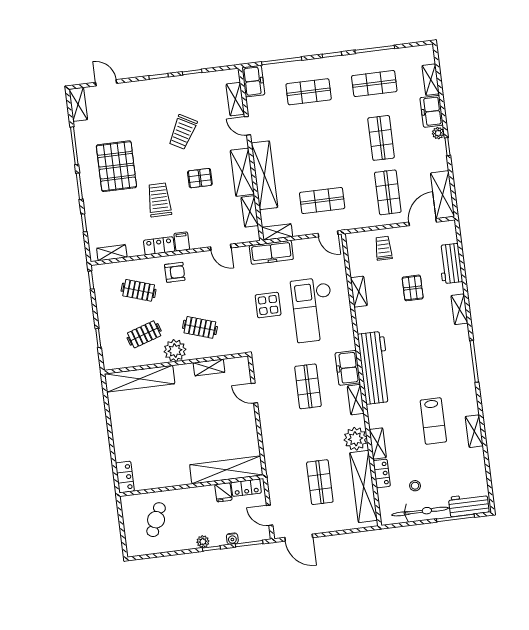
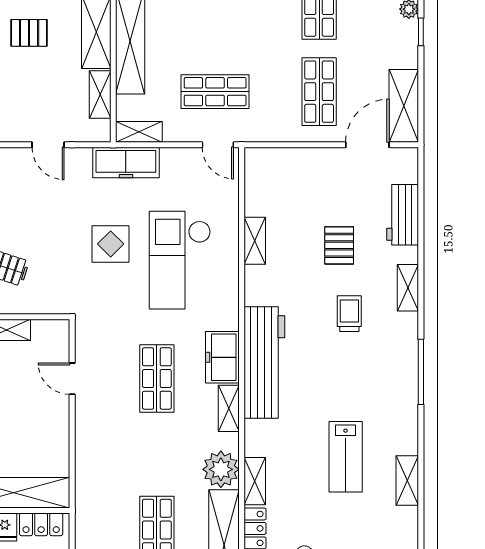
trolley: (383, 248) -> (349, 314), moved

